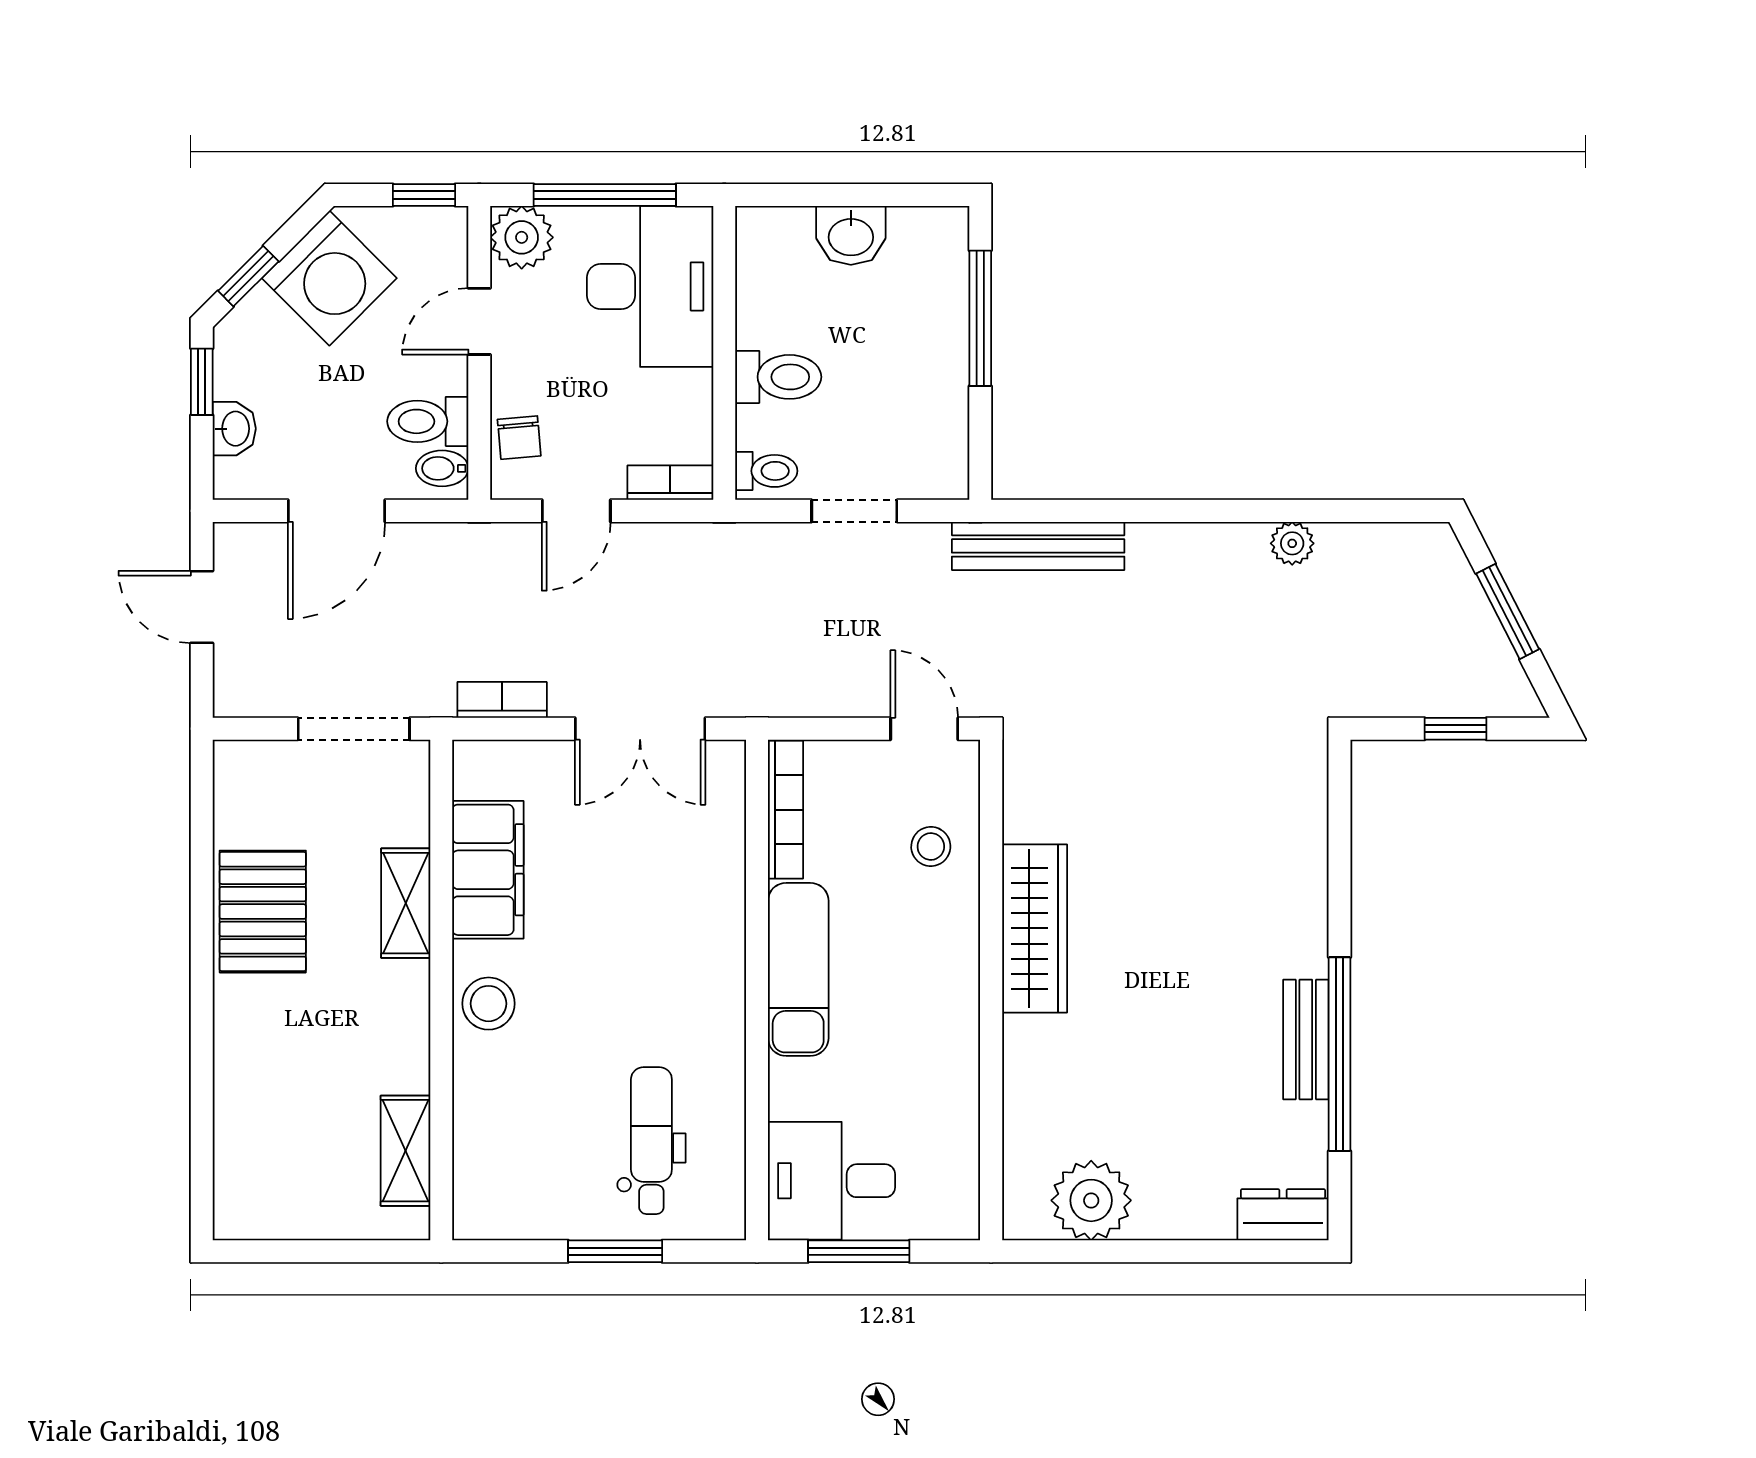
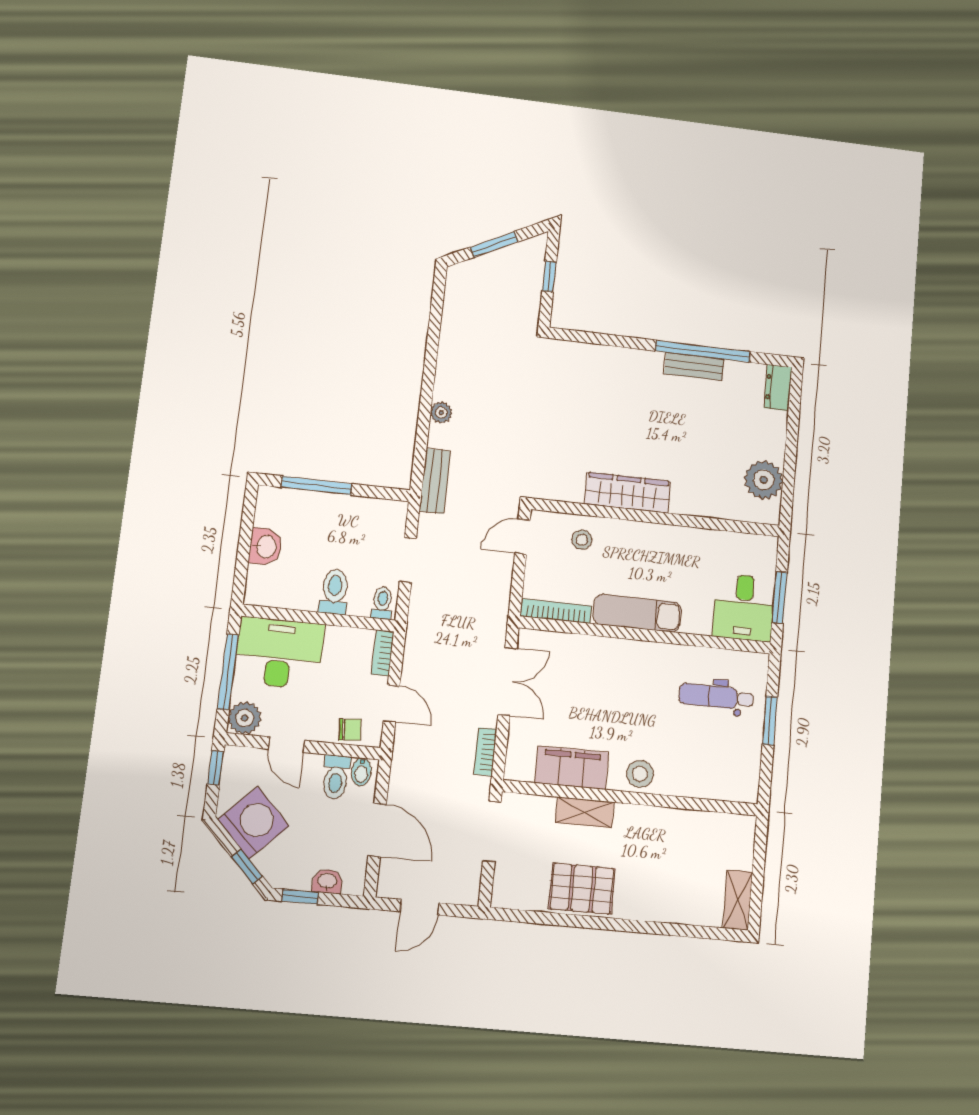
plant: (1292, 543) -> (441, 412), moved
bench: (1038, 546) -> (435, 481), width x0.73
shelving: (406, 1151) -> (738, 900), moved, turned 90

